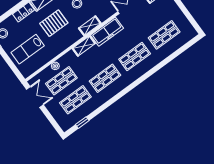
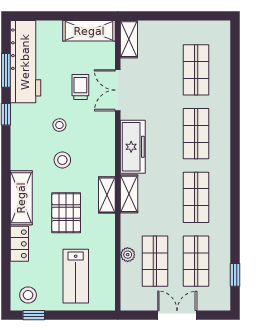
shelving: (90, 26) -> (107, 195), moved
double door: (35, 97) -> (177, 315), moved

